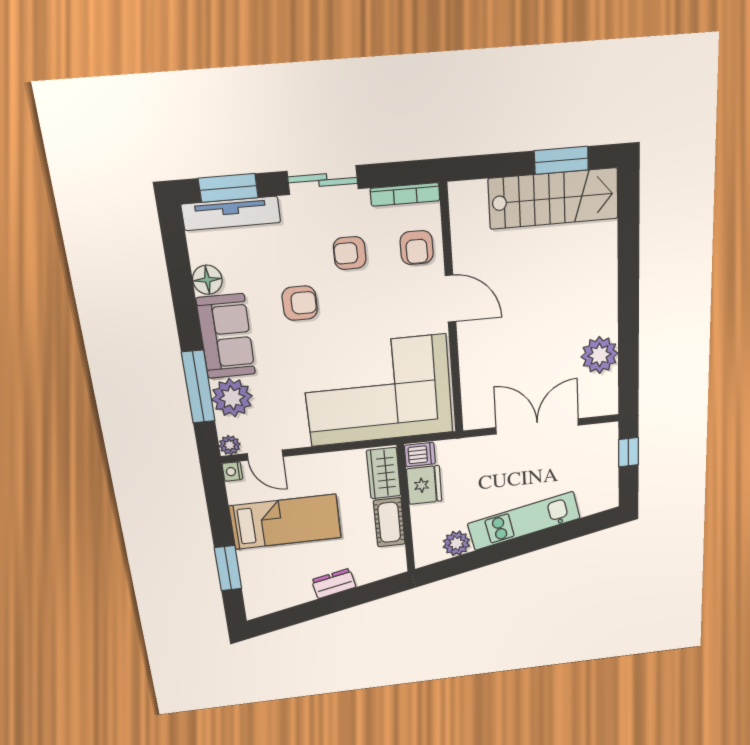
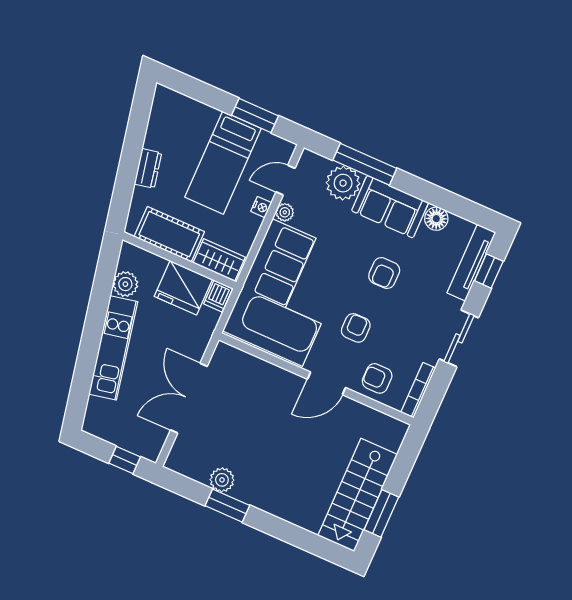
window: (228, 188) -> (489, 271), width x0.67
armchair: (350, 253) -> (356, 328), moved
window: (628, 330) -> (227, 506), added
plant: (600, 355) -> (222, 480), width x0.73, depth x0.73
double door: (537, 426) -> (189, 398), swing flipped
plant: (230, 445) -> (285, 212), moved
nightstand: (232, 471) -> (261, 207), moved, turned 90
fridge: (424, 485) -> (183, 288), width x1.36, depth x1.34
cot: (389, 522) -> (169, 234), width x1.37, depth x1.34
window: (228, 568) -> (255, 116), moved

